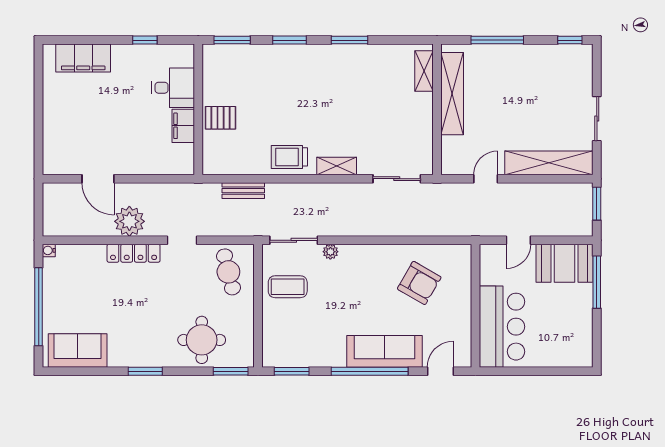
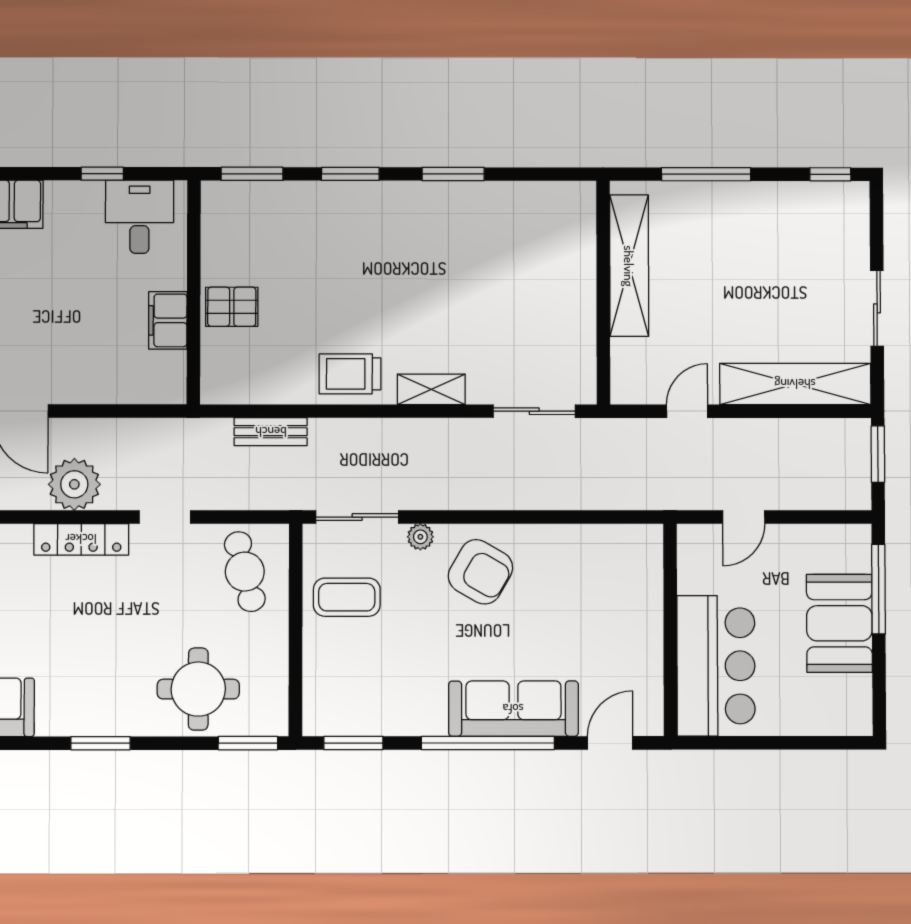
shelving: (424, 71) -> (581, 227), removed
desk: (173, 88) -> (140, 217), moved, turned -90
booth: (565, 263) -> (839, 623), moved, turned 90
armchair: (419, 283) -> (480, 572), moved

